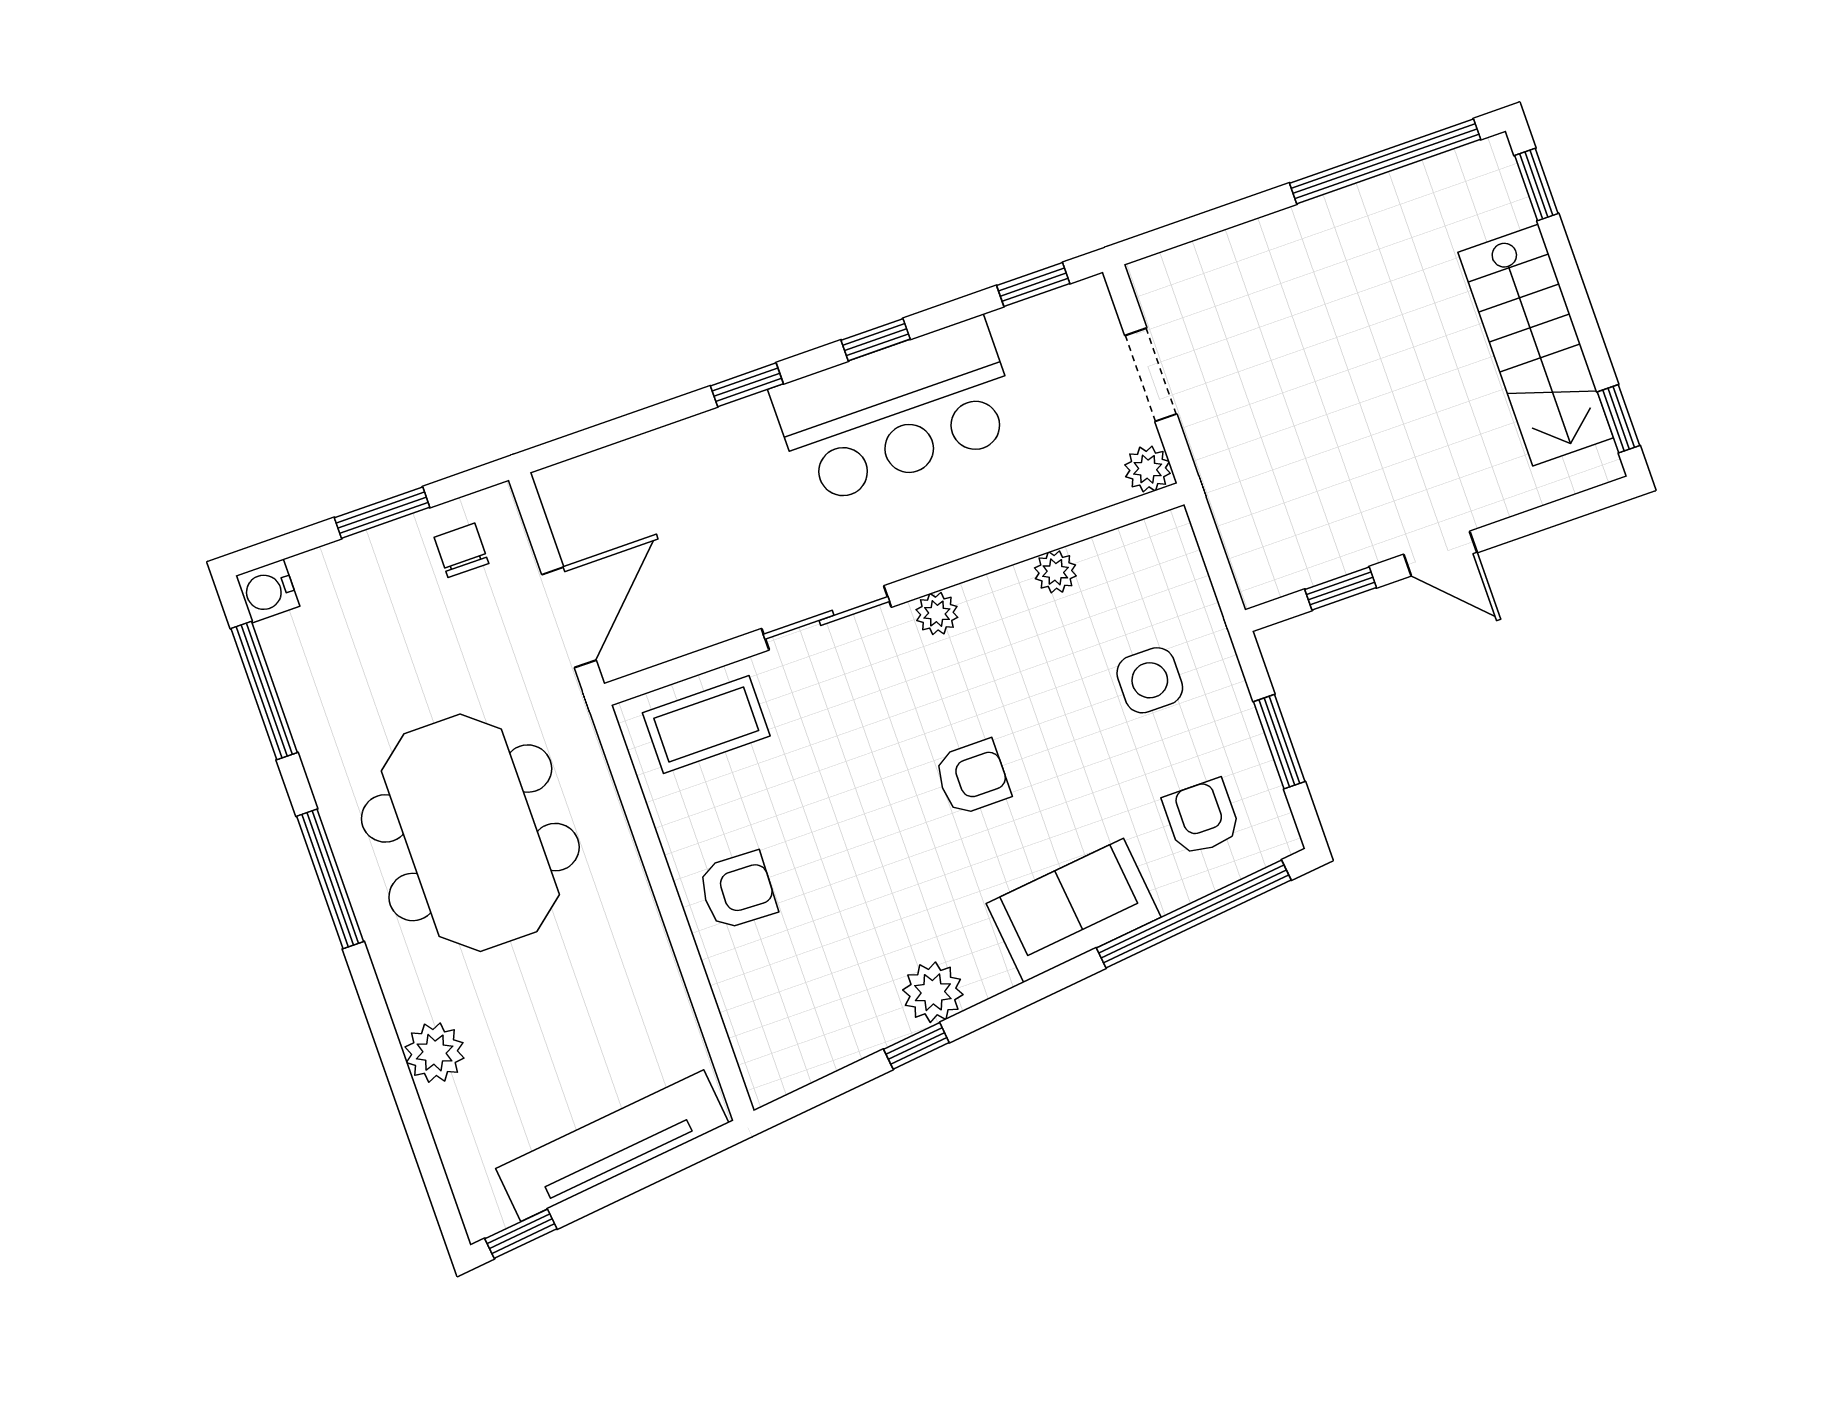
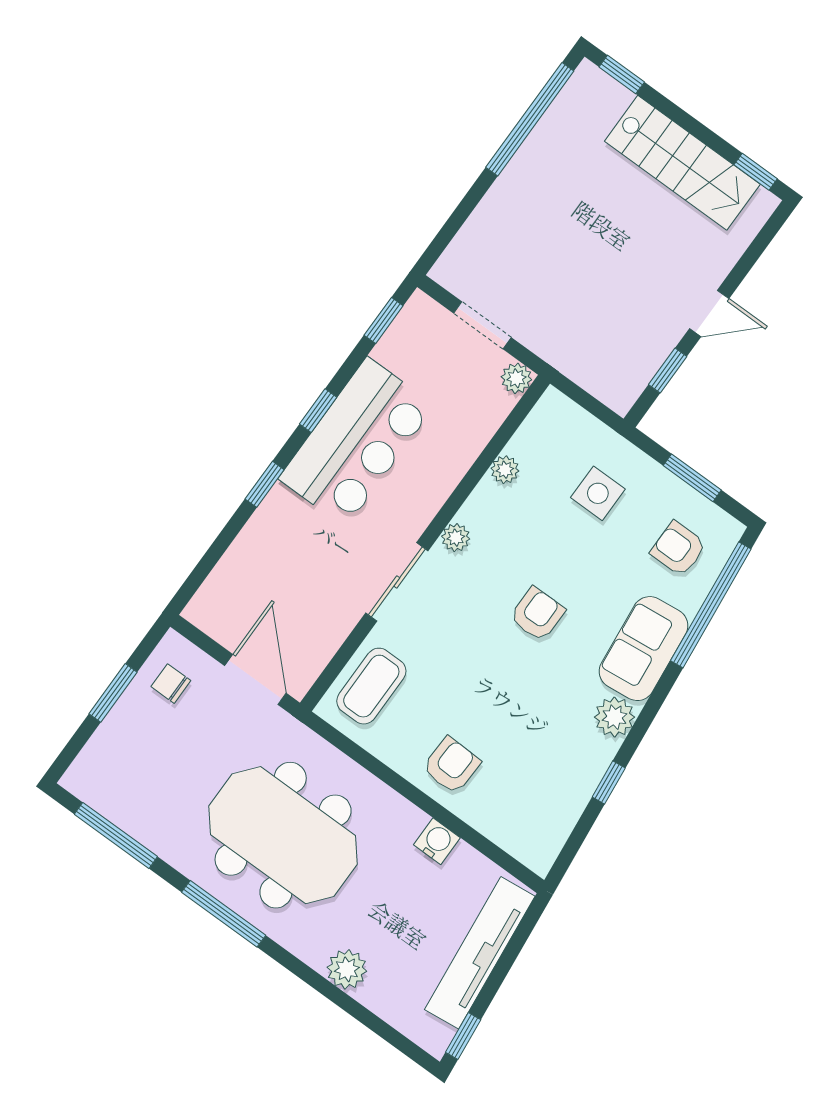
water cooler: (268, 591) -> (437, 841), moved, turned 180
plant: (933, 992) -> (614, 717), moved

